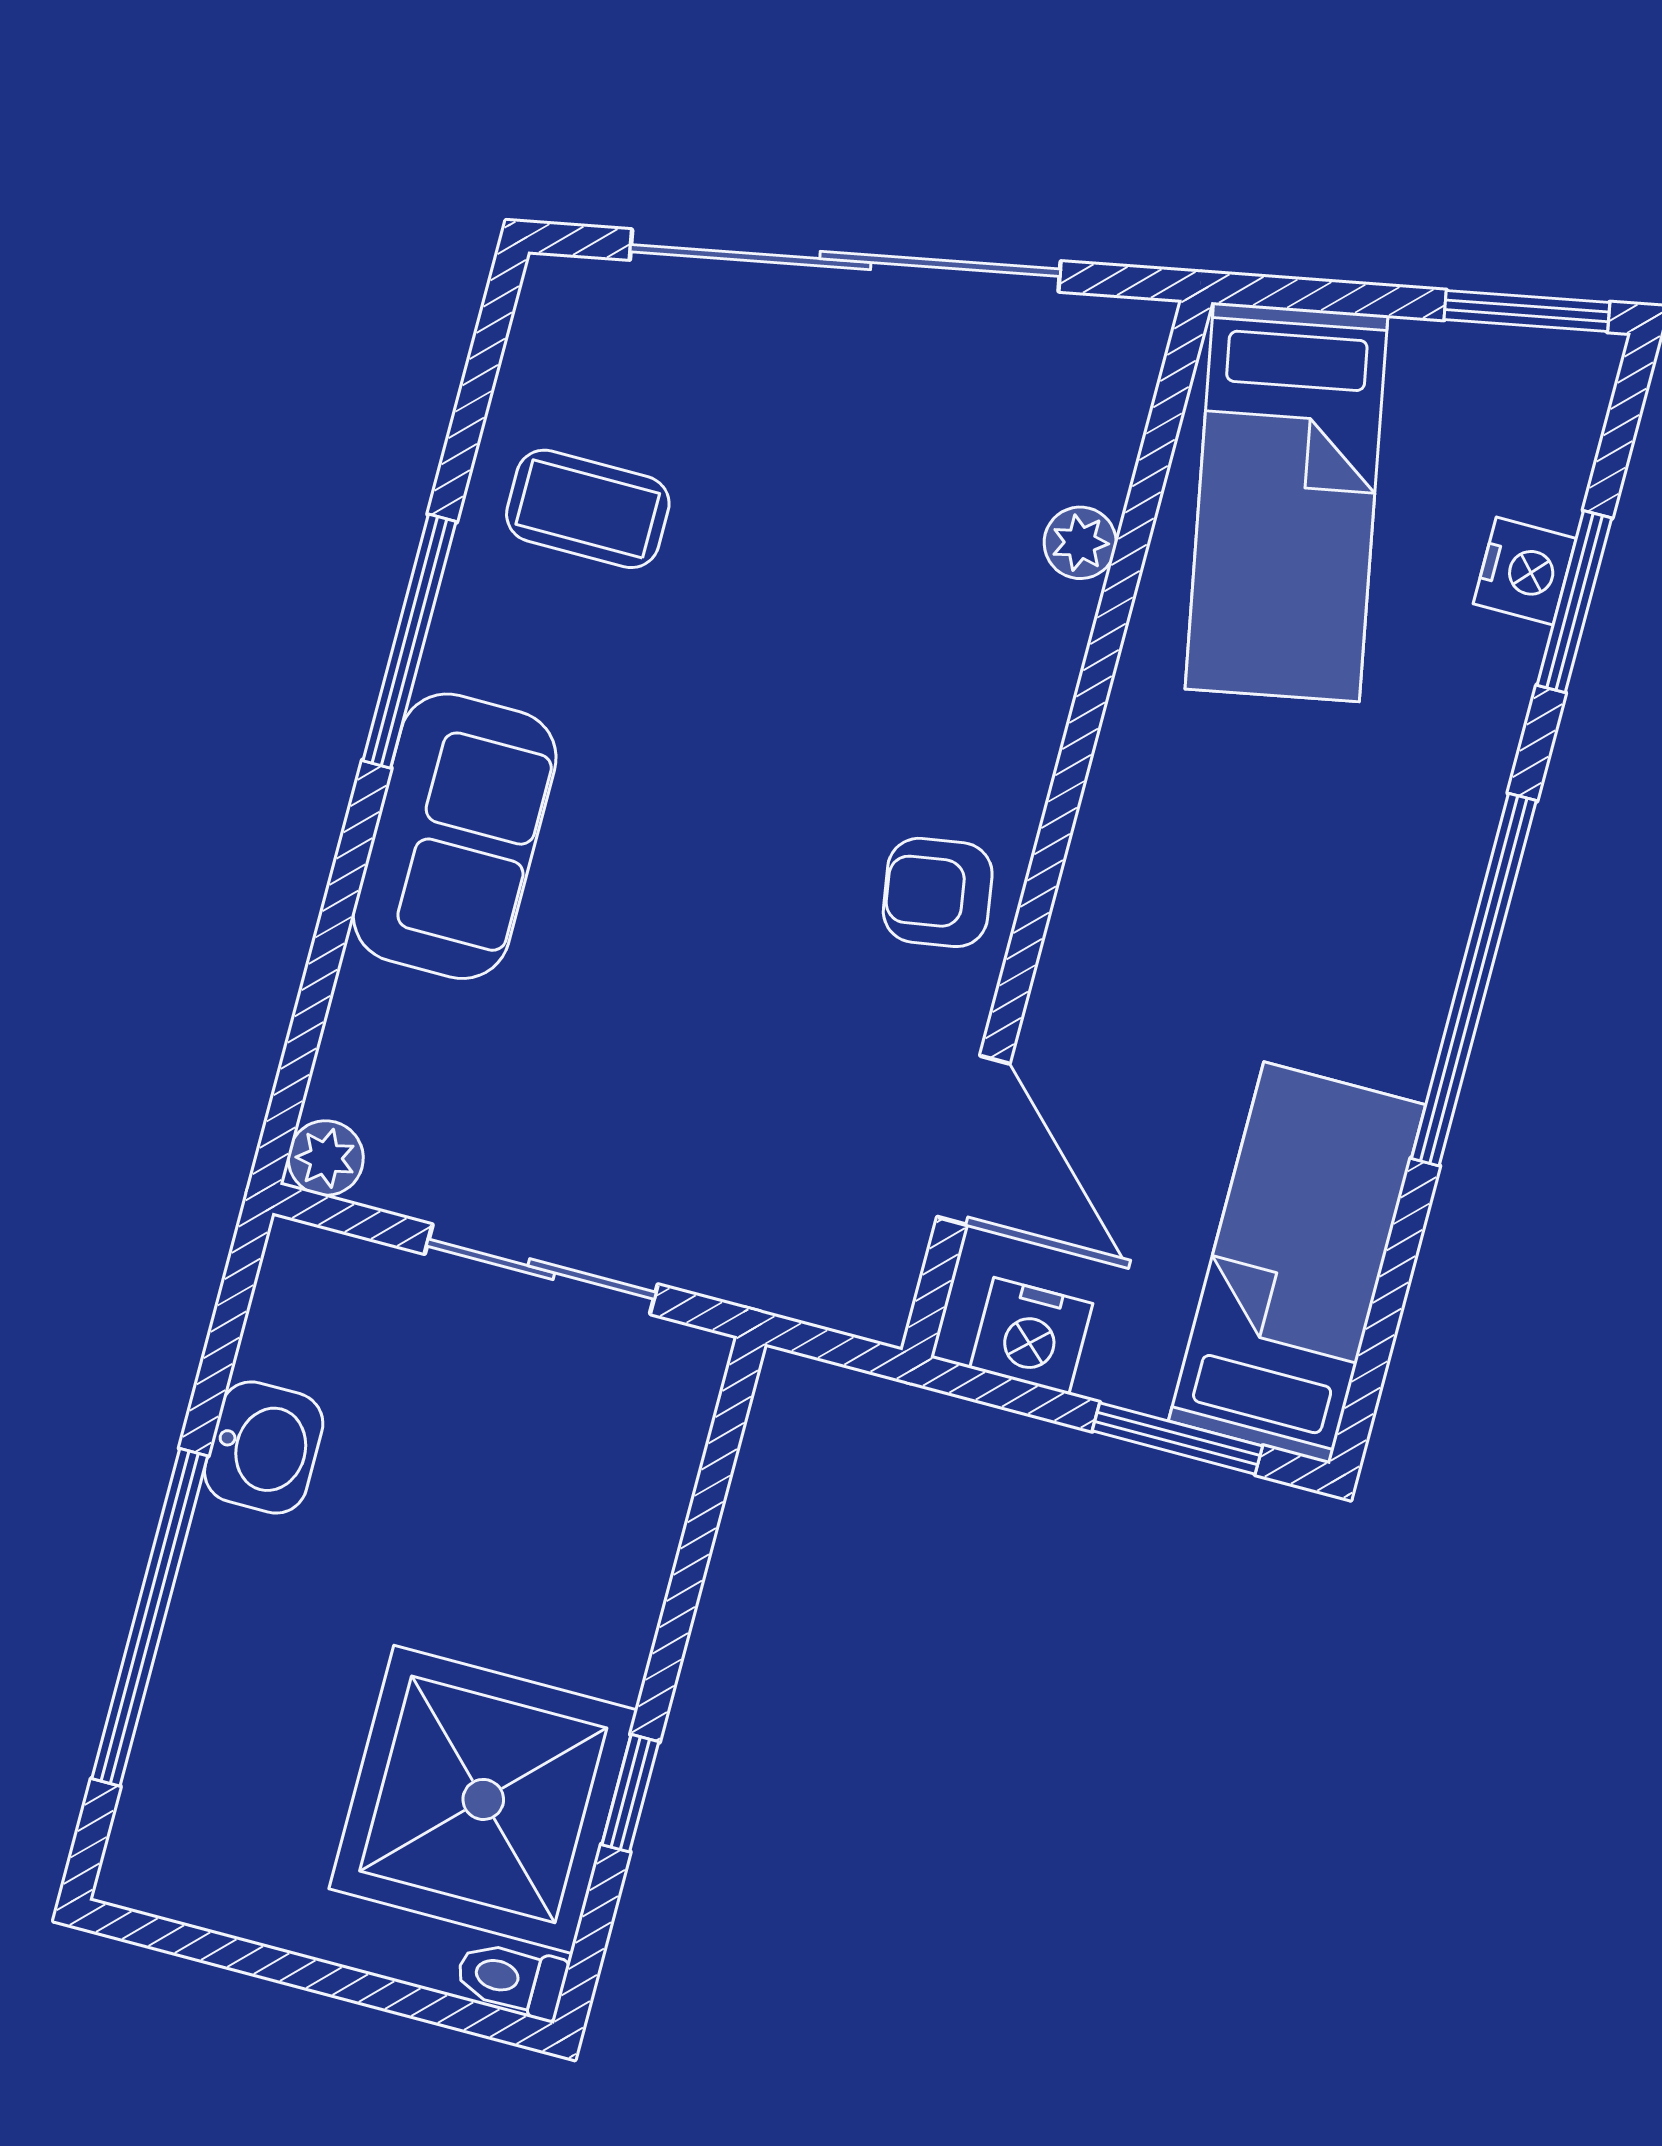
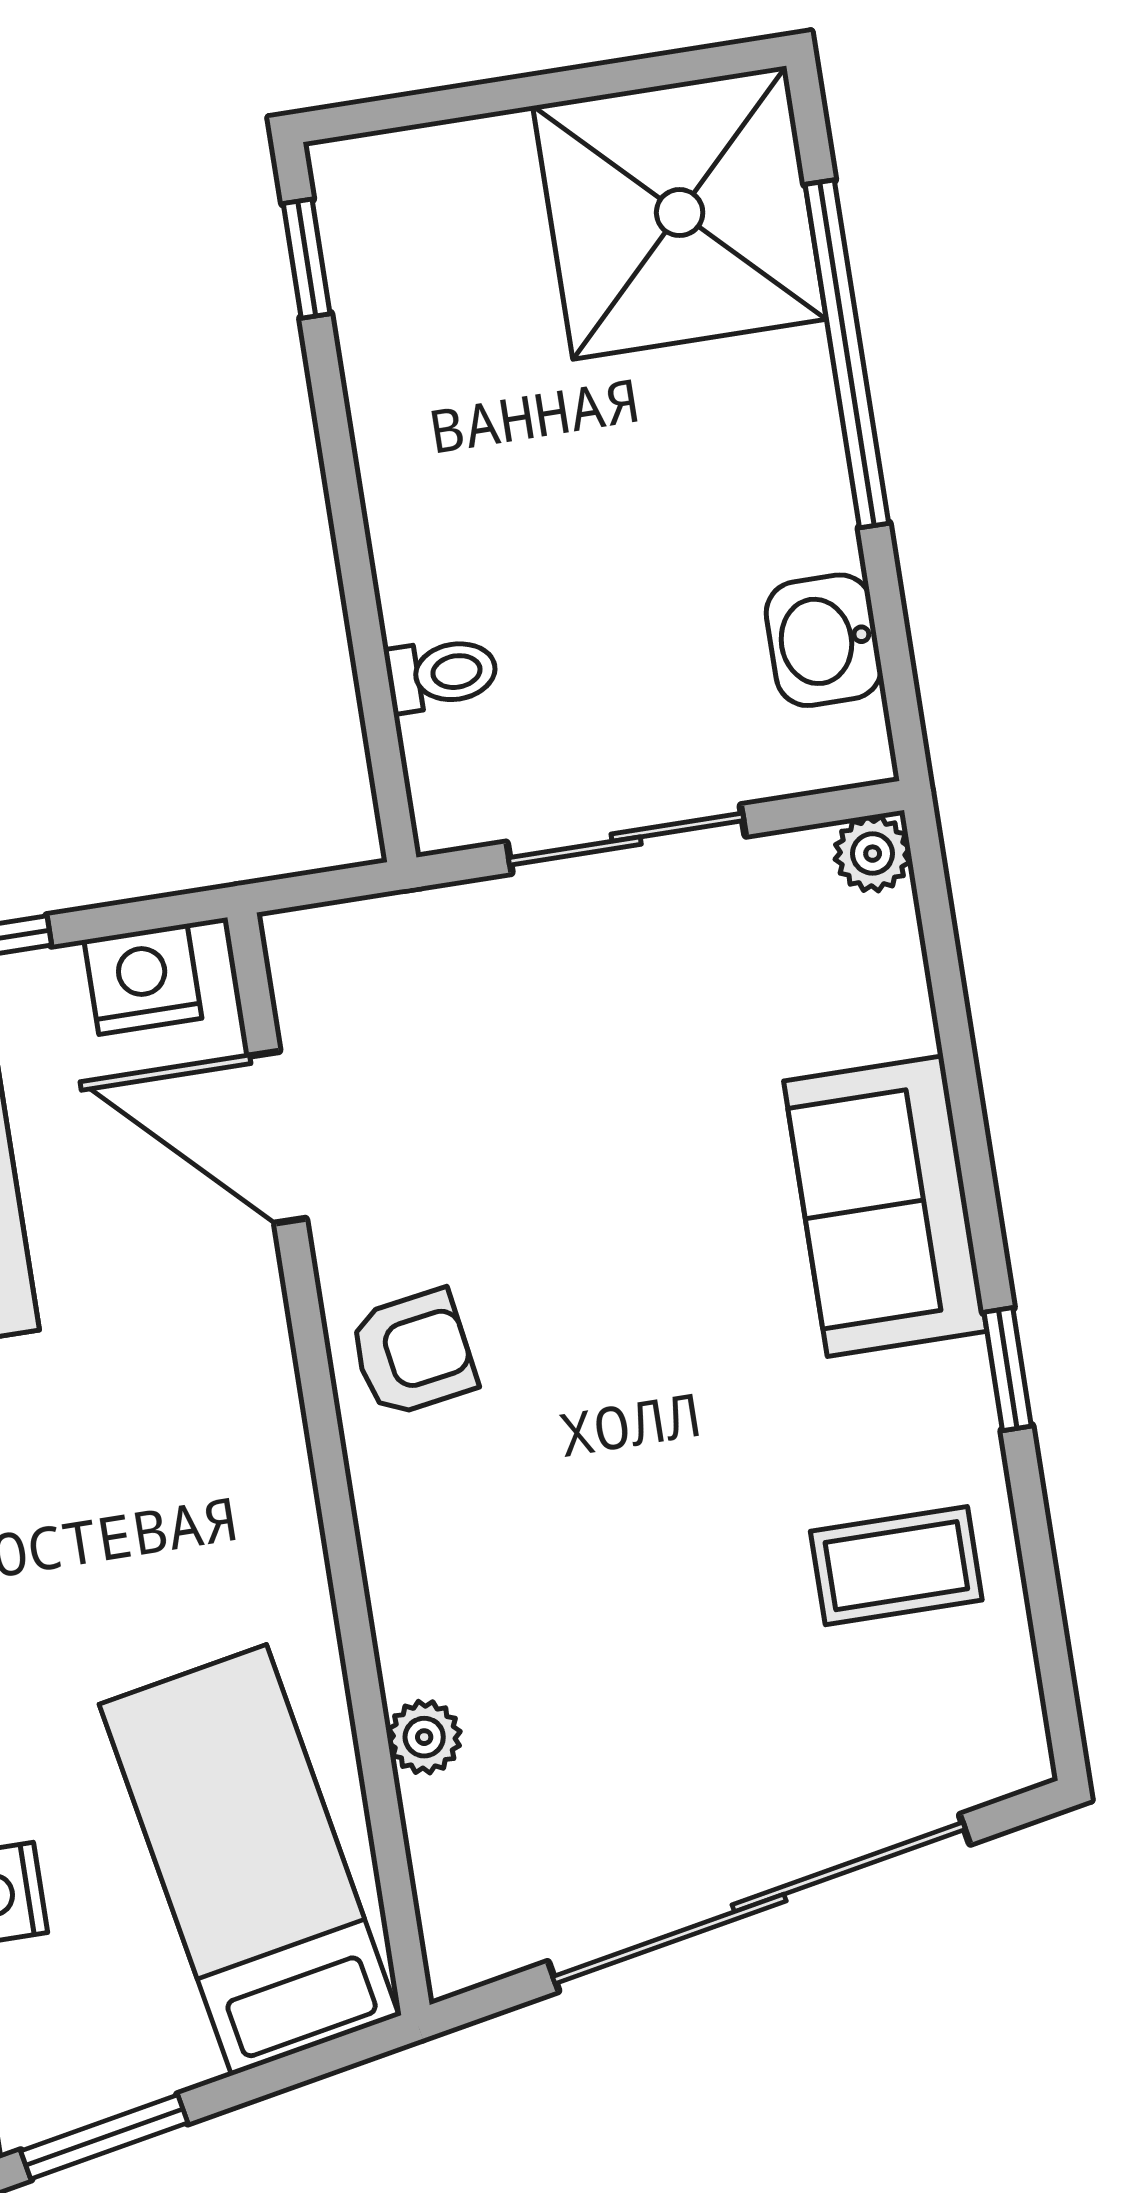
window: (410, 641) -> (1008, 1369), width x0.46
washbasin: (264, 1447) -> (824, 640), moved
window: (630, 1793) -> (307, 259), moved
shower: (483, 1799) -> (680, 213), moved
toilet: (511, 1979) -> (442, 674), moved

